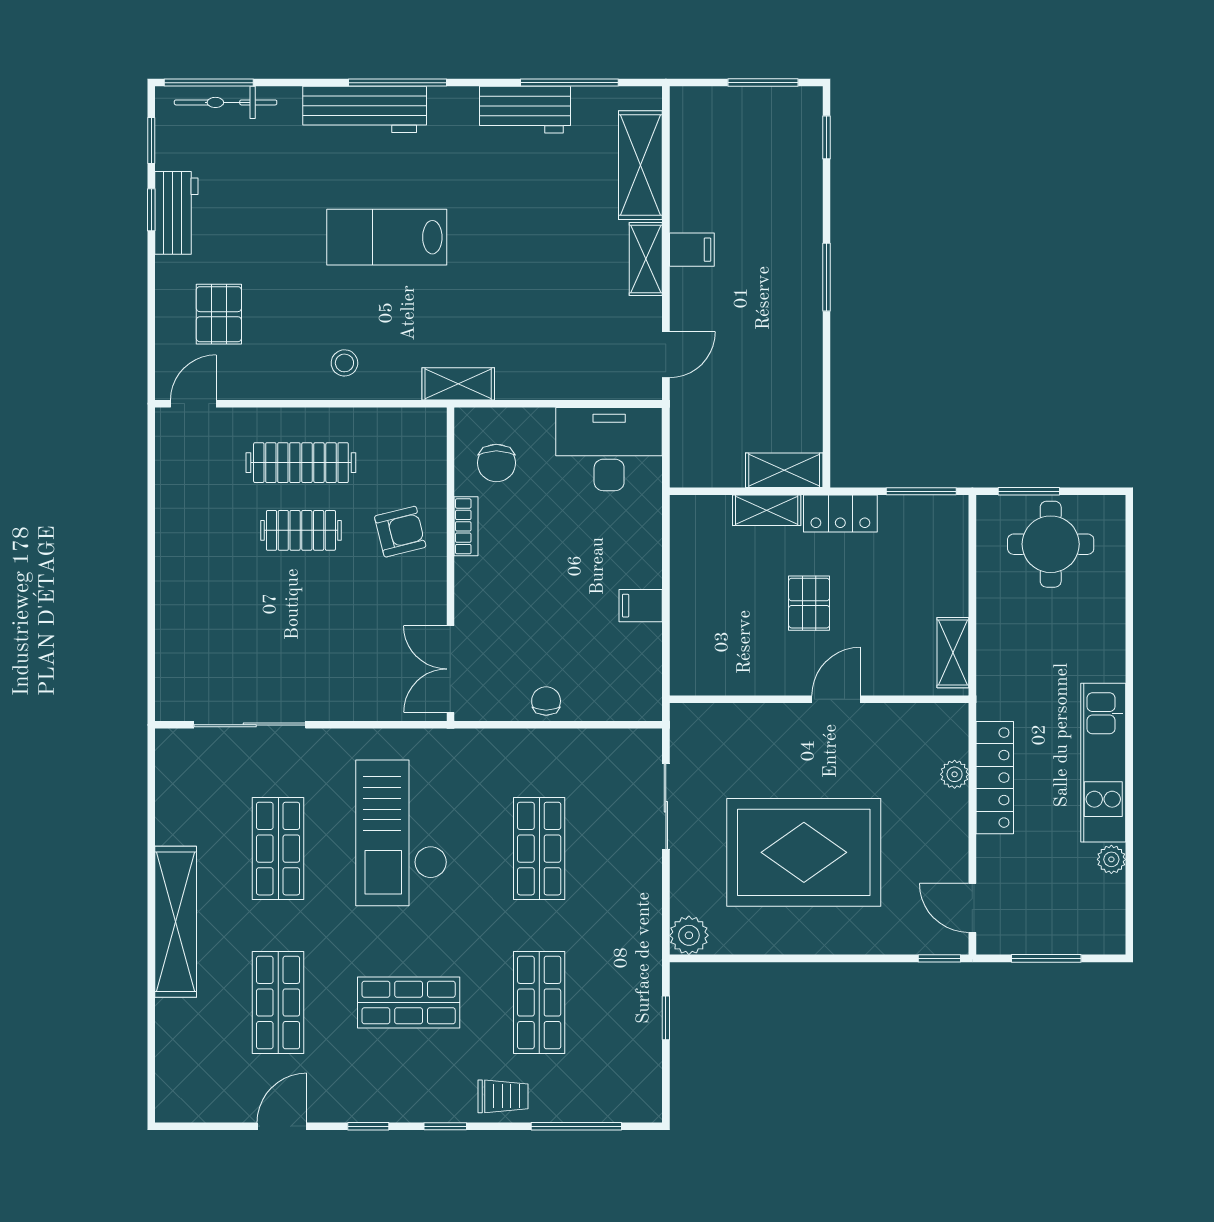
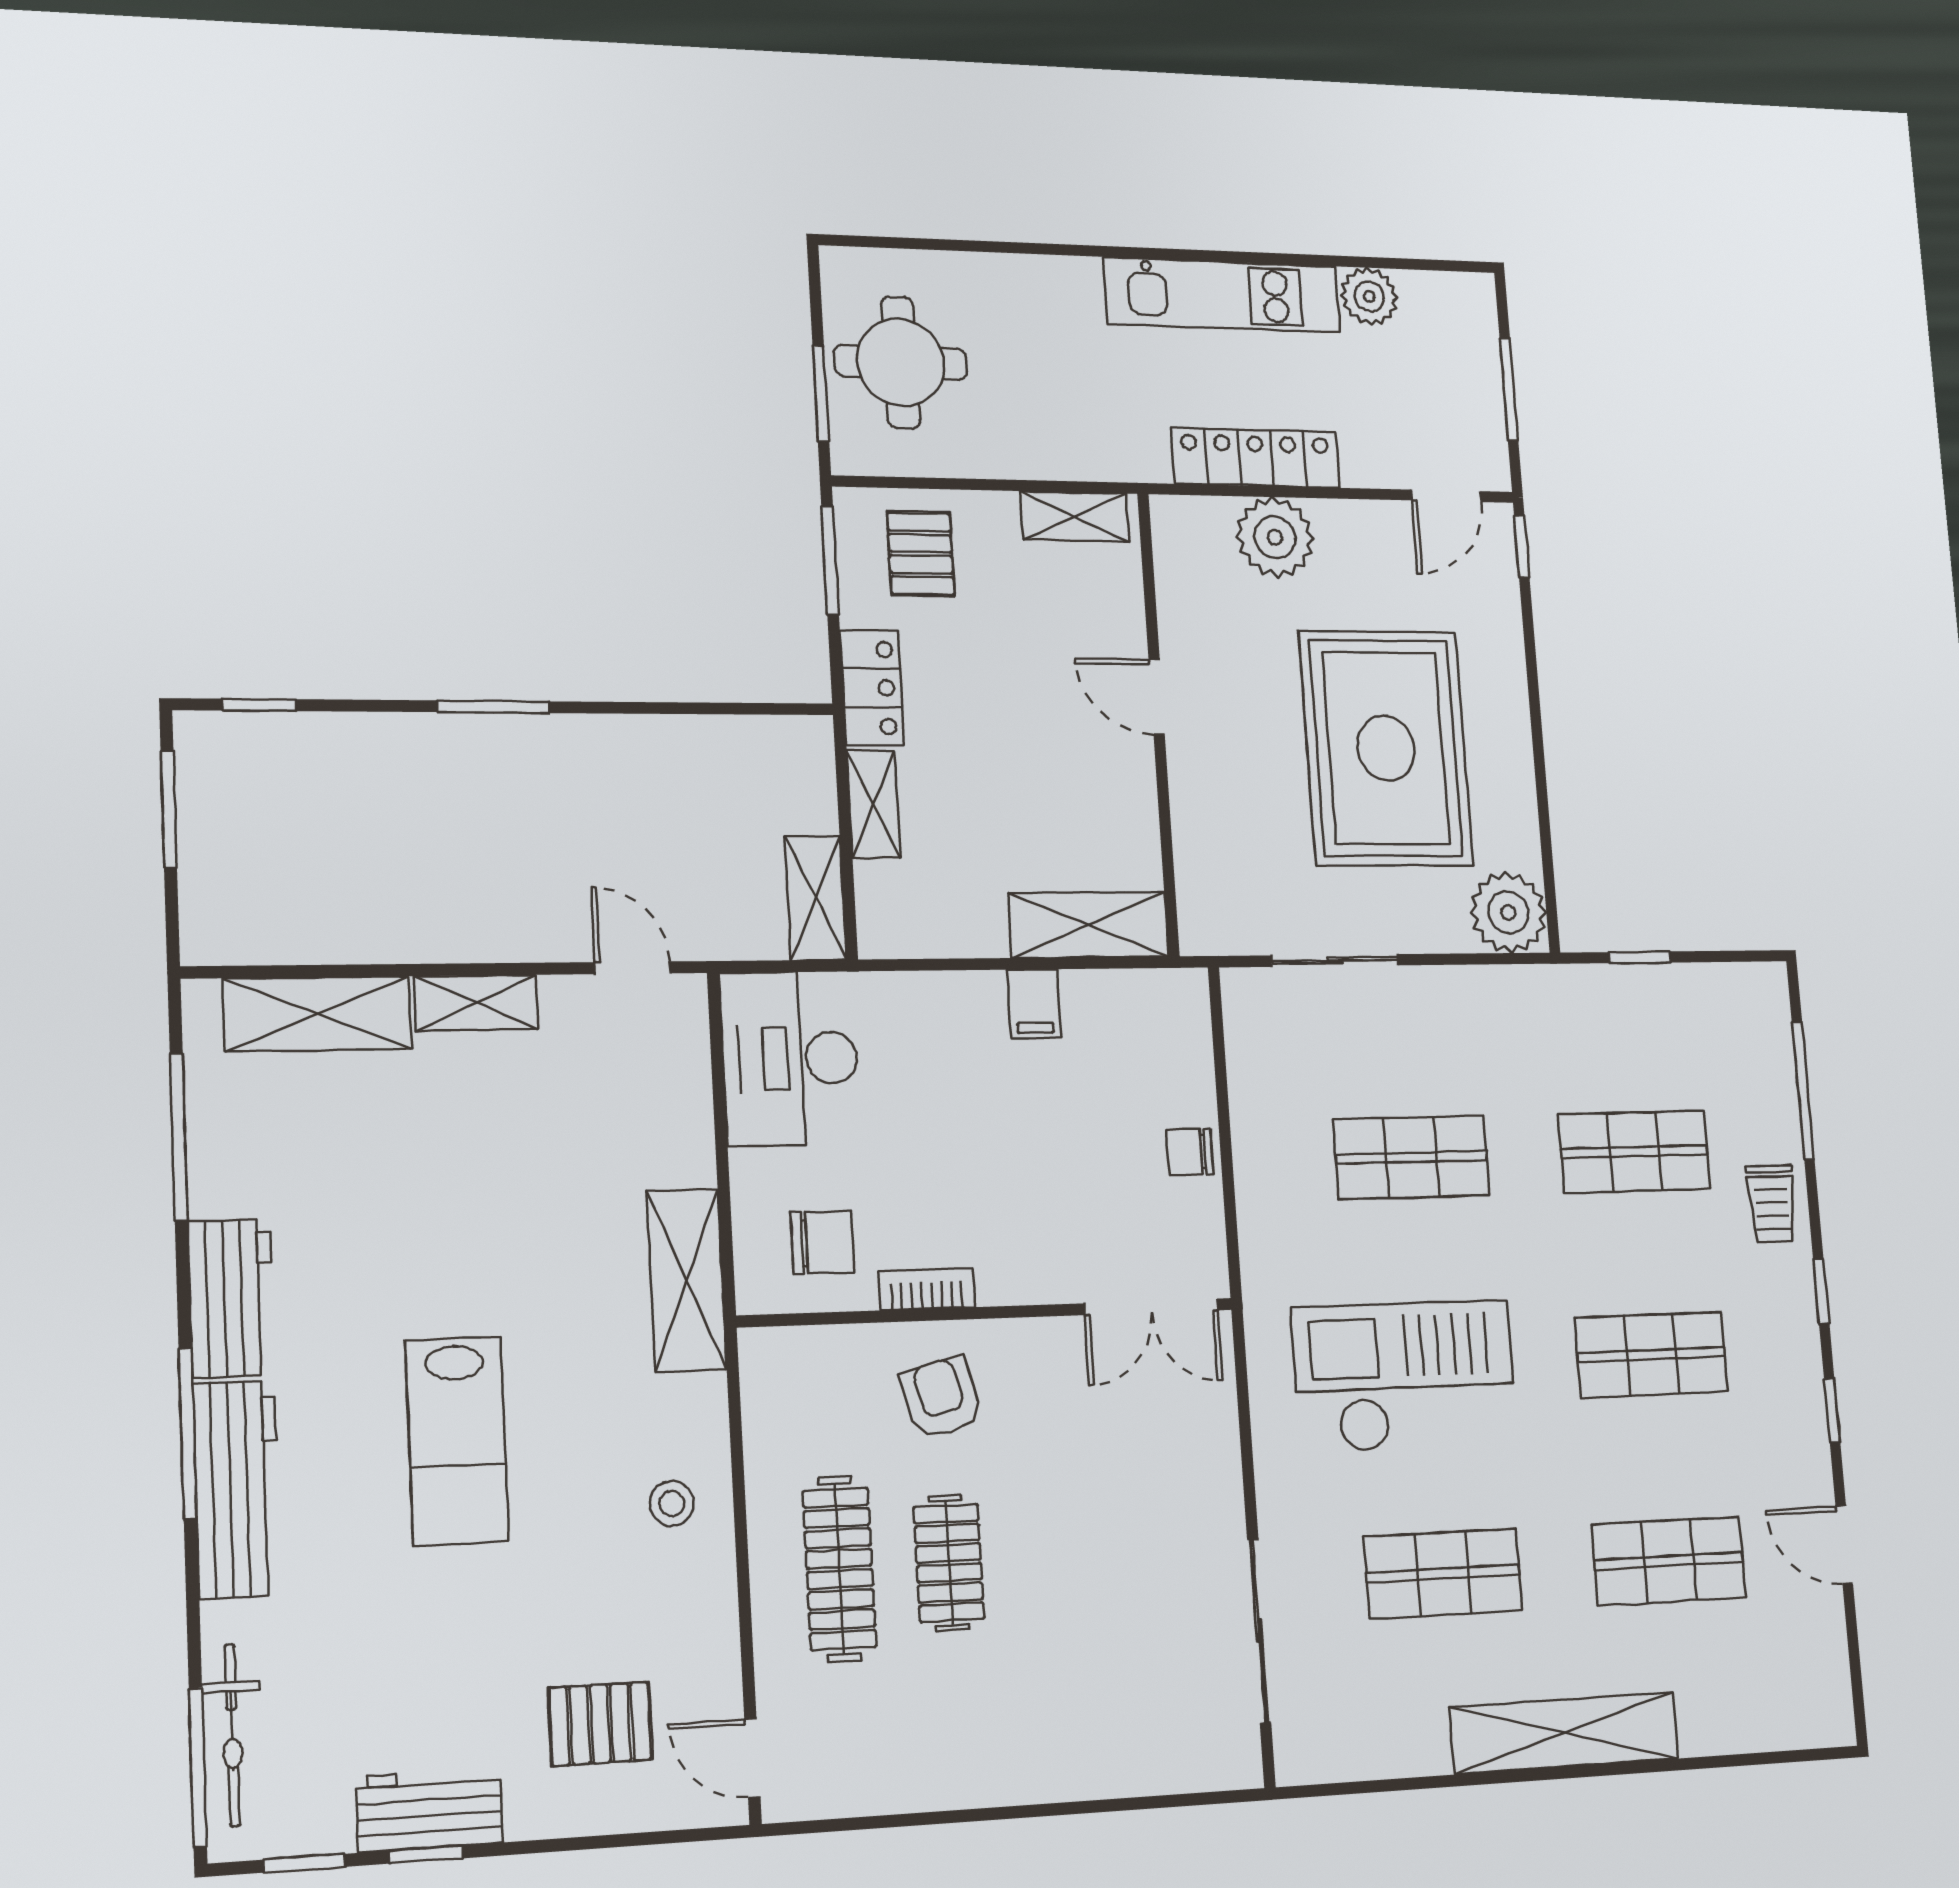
workbench: (525, 110) -> (231, 1298), moved
filing cabinet: (692, 250) -> (457, 927), removed
shelving: (458, 384) -> (687, 1280), width x1.50, depth x1.33
shelving: (784, 470) -> (816, 898), moved
pallet: (809, 603) -> (921, 554), moved, turned 90
shelving: (690, 644) -> (1089, 925), added
plant: (955, 774) -> (1275, 537), width x1.88, depth x1.88
checkout: (401, 833) -> (1405, 1376), turned 180
plant: (1111, 859) -> (1369, 296), width x1.38, depth x1.38
plant: (689, 935) -> (1508, 912), width x1.36, depth x1.36
shop shelf: (409, 1002) -> (1651, 1355), turned 90
trolley: (503, 1096) -> (1772, 1204), turned 180

